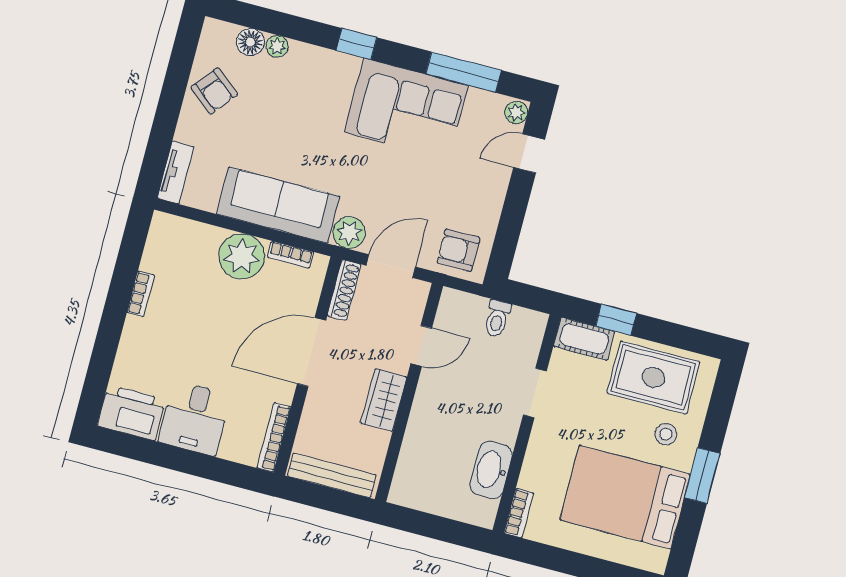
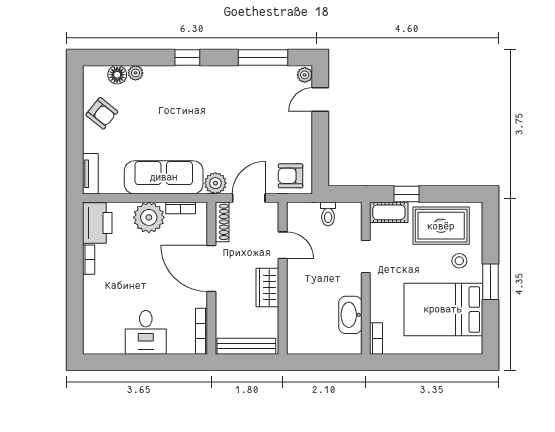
corner sofa: (406, 109) -> (232, 92), removed
door: (421, 346) -> (283, 245), hinge flipped
door: (311, 352) -> (211, 269), hinge flipped
printer: (132, 413) -> (97, 223), moved, turned 90

